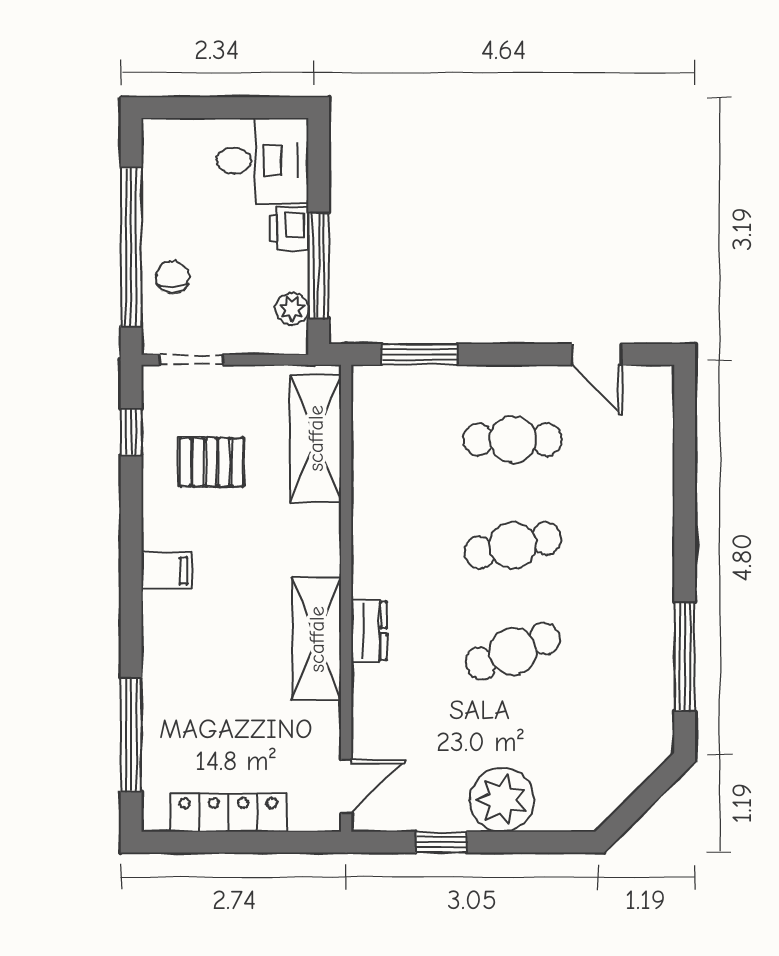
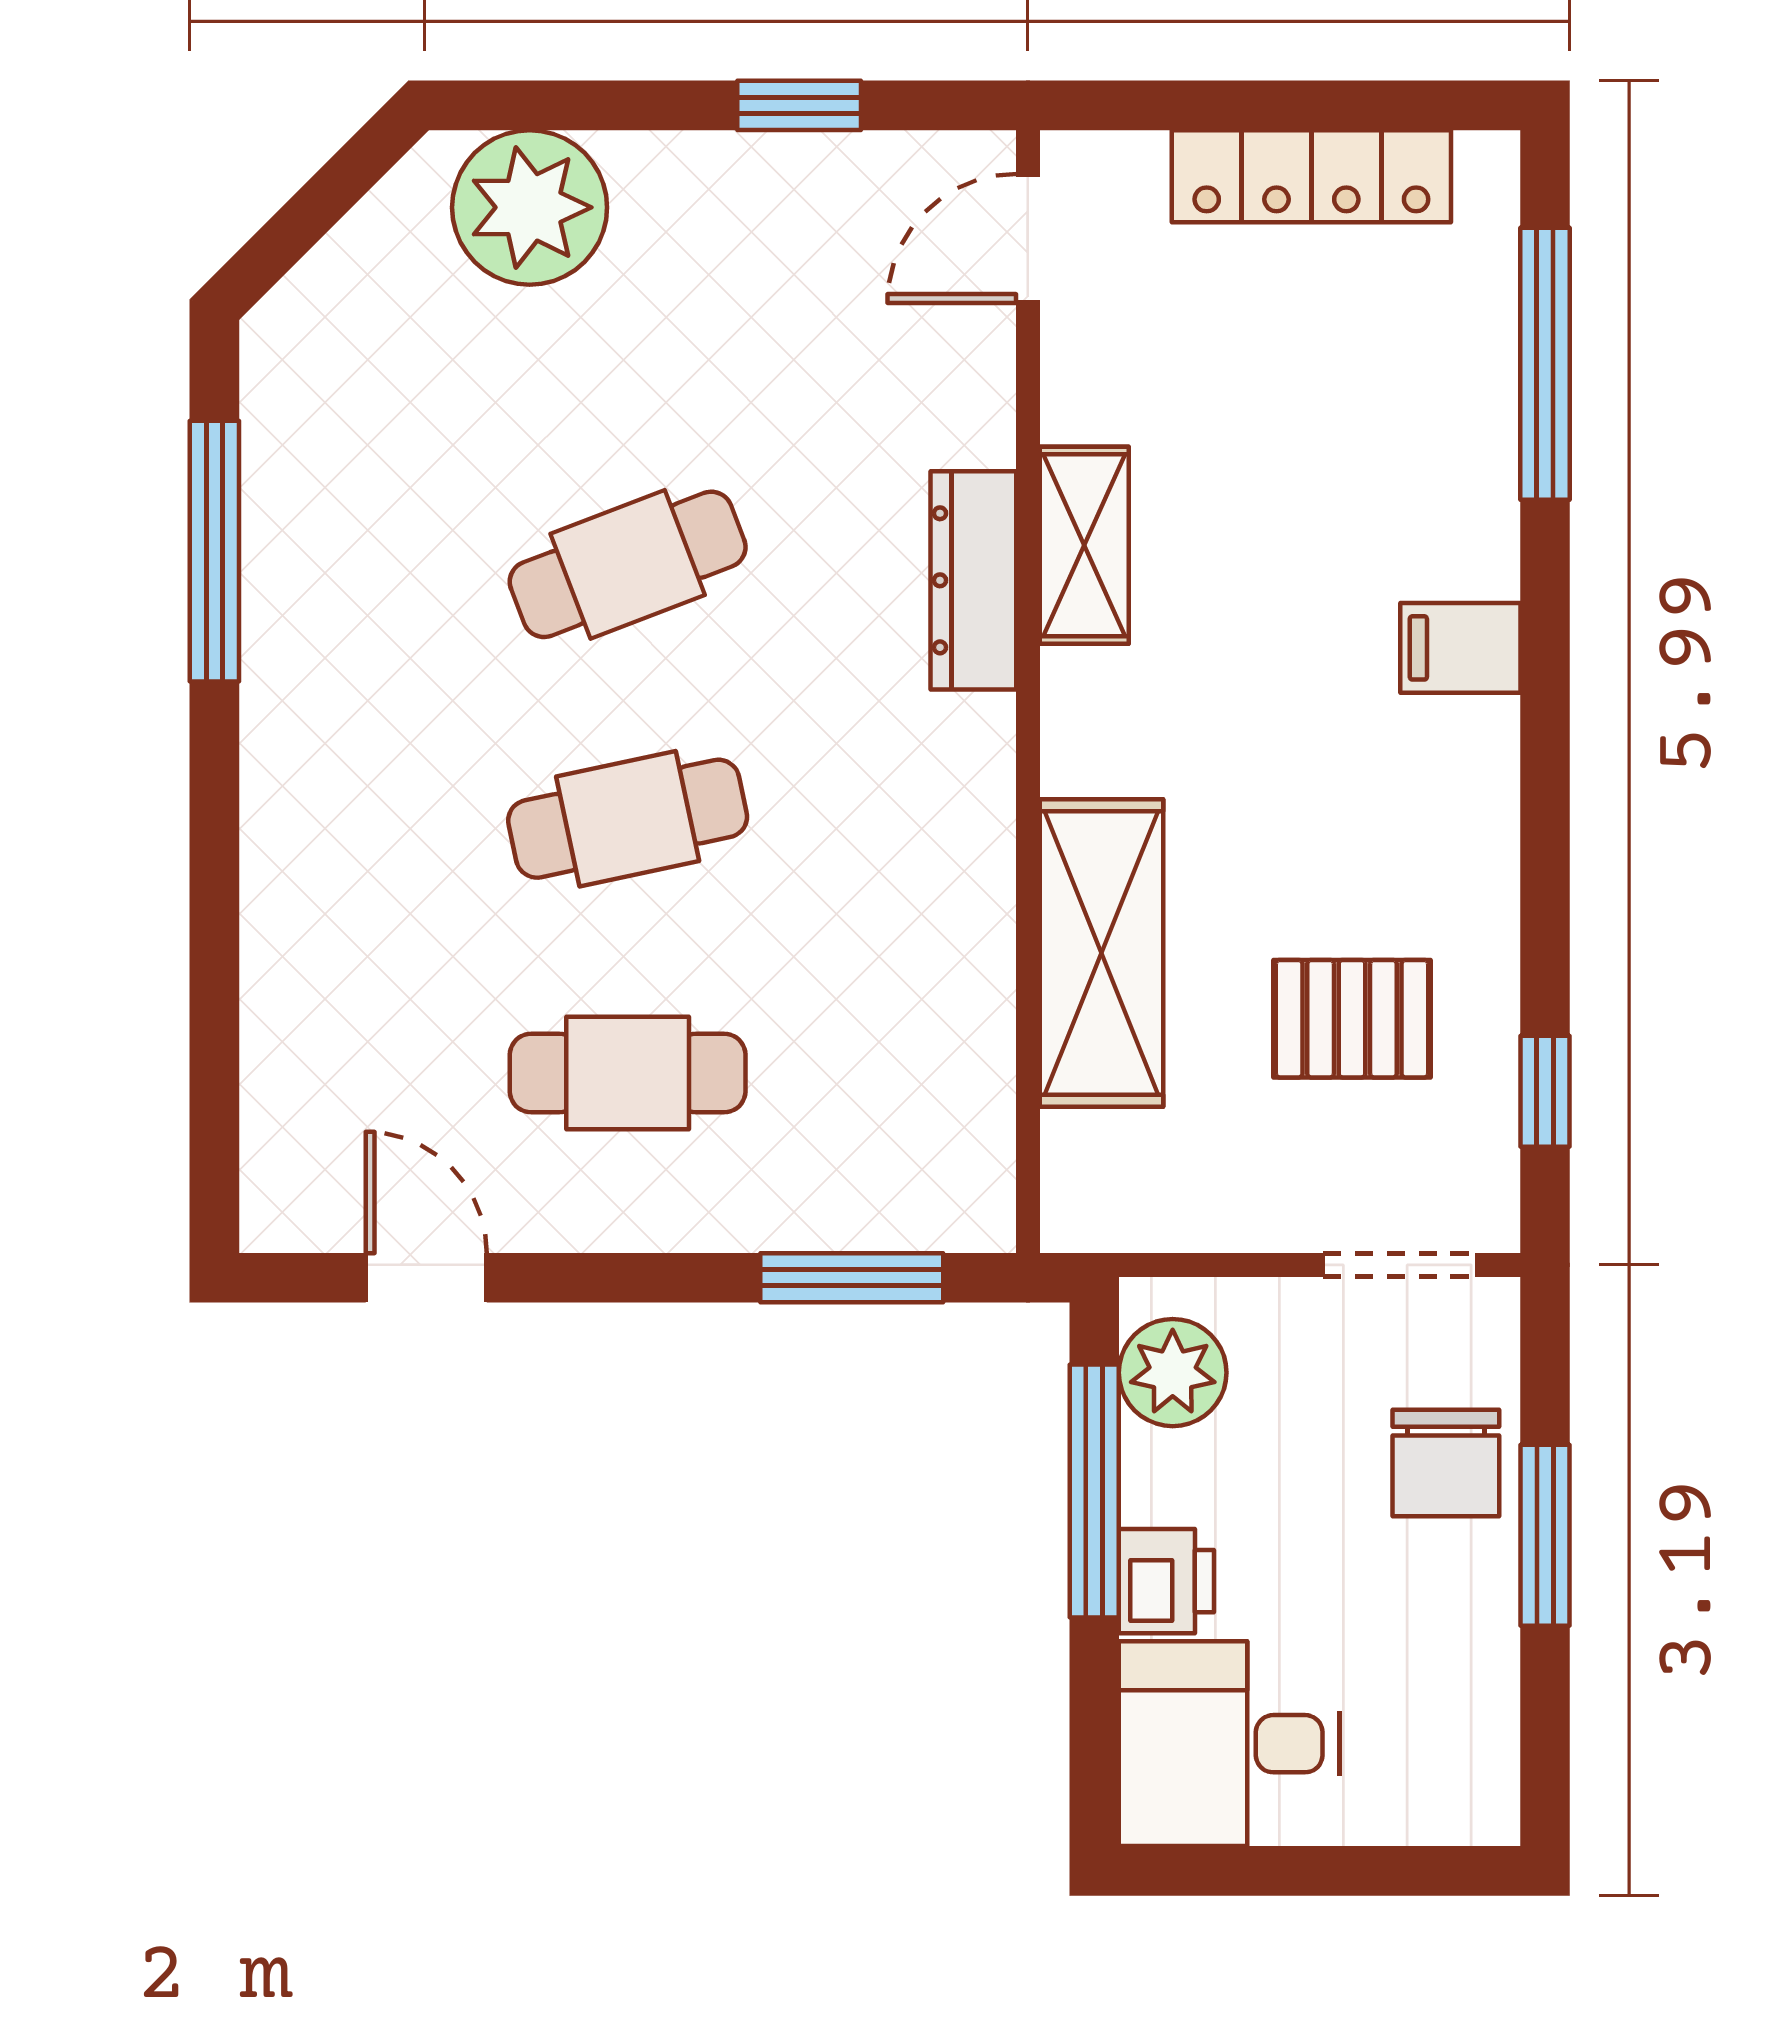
window: (131, 247) -> (1545, 1535), width x0.47
chair: (172, 277) -> (1446, 1463), width x1.37, depth x1.37
plant: (292, 309) -> (1173, 1373), width x1.38, depth x1.38
shelving: (316, 438) -> (1101, 953), moved
filing cabinet: (166, 571) -> (1460, 648), moved
dresser: (369, 631) -> (973, 580), width x1.44
shelving: (317, 639) -> (1084, 545), width x0.67, depth x0.75
plant: (502, 800) -> (530, 207), moved

